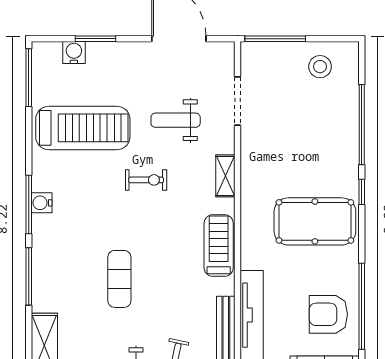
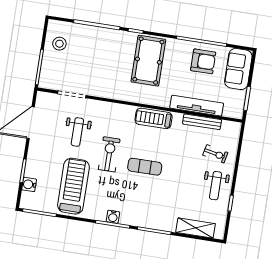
shelving: (225, 176) -> (114, 108), removed
exercise bike: (146, 180) -> (109, 154), width x1.38, depth x1.39
exercise mat: (119, 279) -> (145, 167), moved
armchair: (328, 314) -> (203, 61), turned -90

